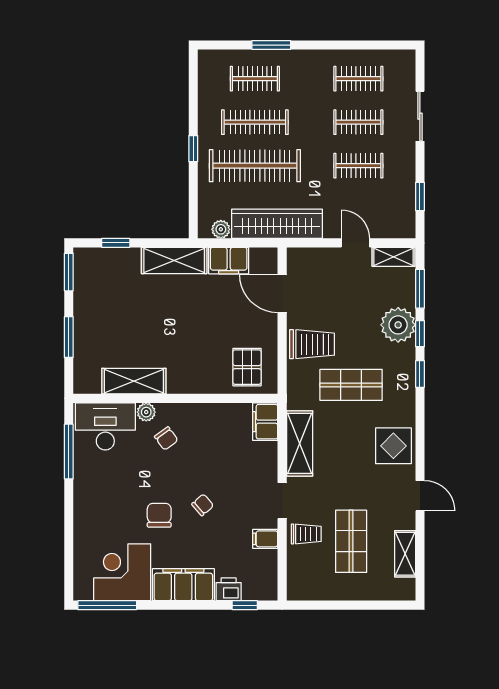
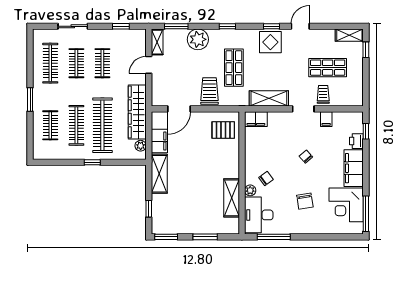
window: (271, 45) -> (30, 99), moved
clothes rail: (358, 79) -> (50, 63), width x1.36
window: (420, 334) -> (271, 26), moved
chair: (159, 515) -> (305, 201), moved, turned -99
shelving: (405, 554) -> (349, 35), moved
window: (381, 605) -> (366, 50), added

